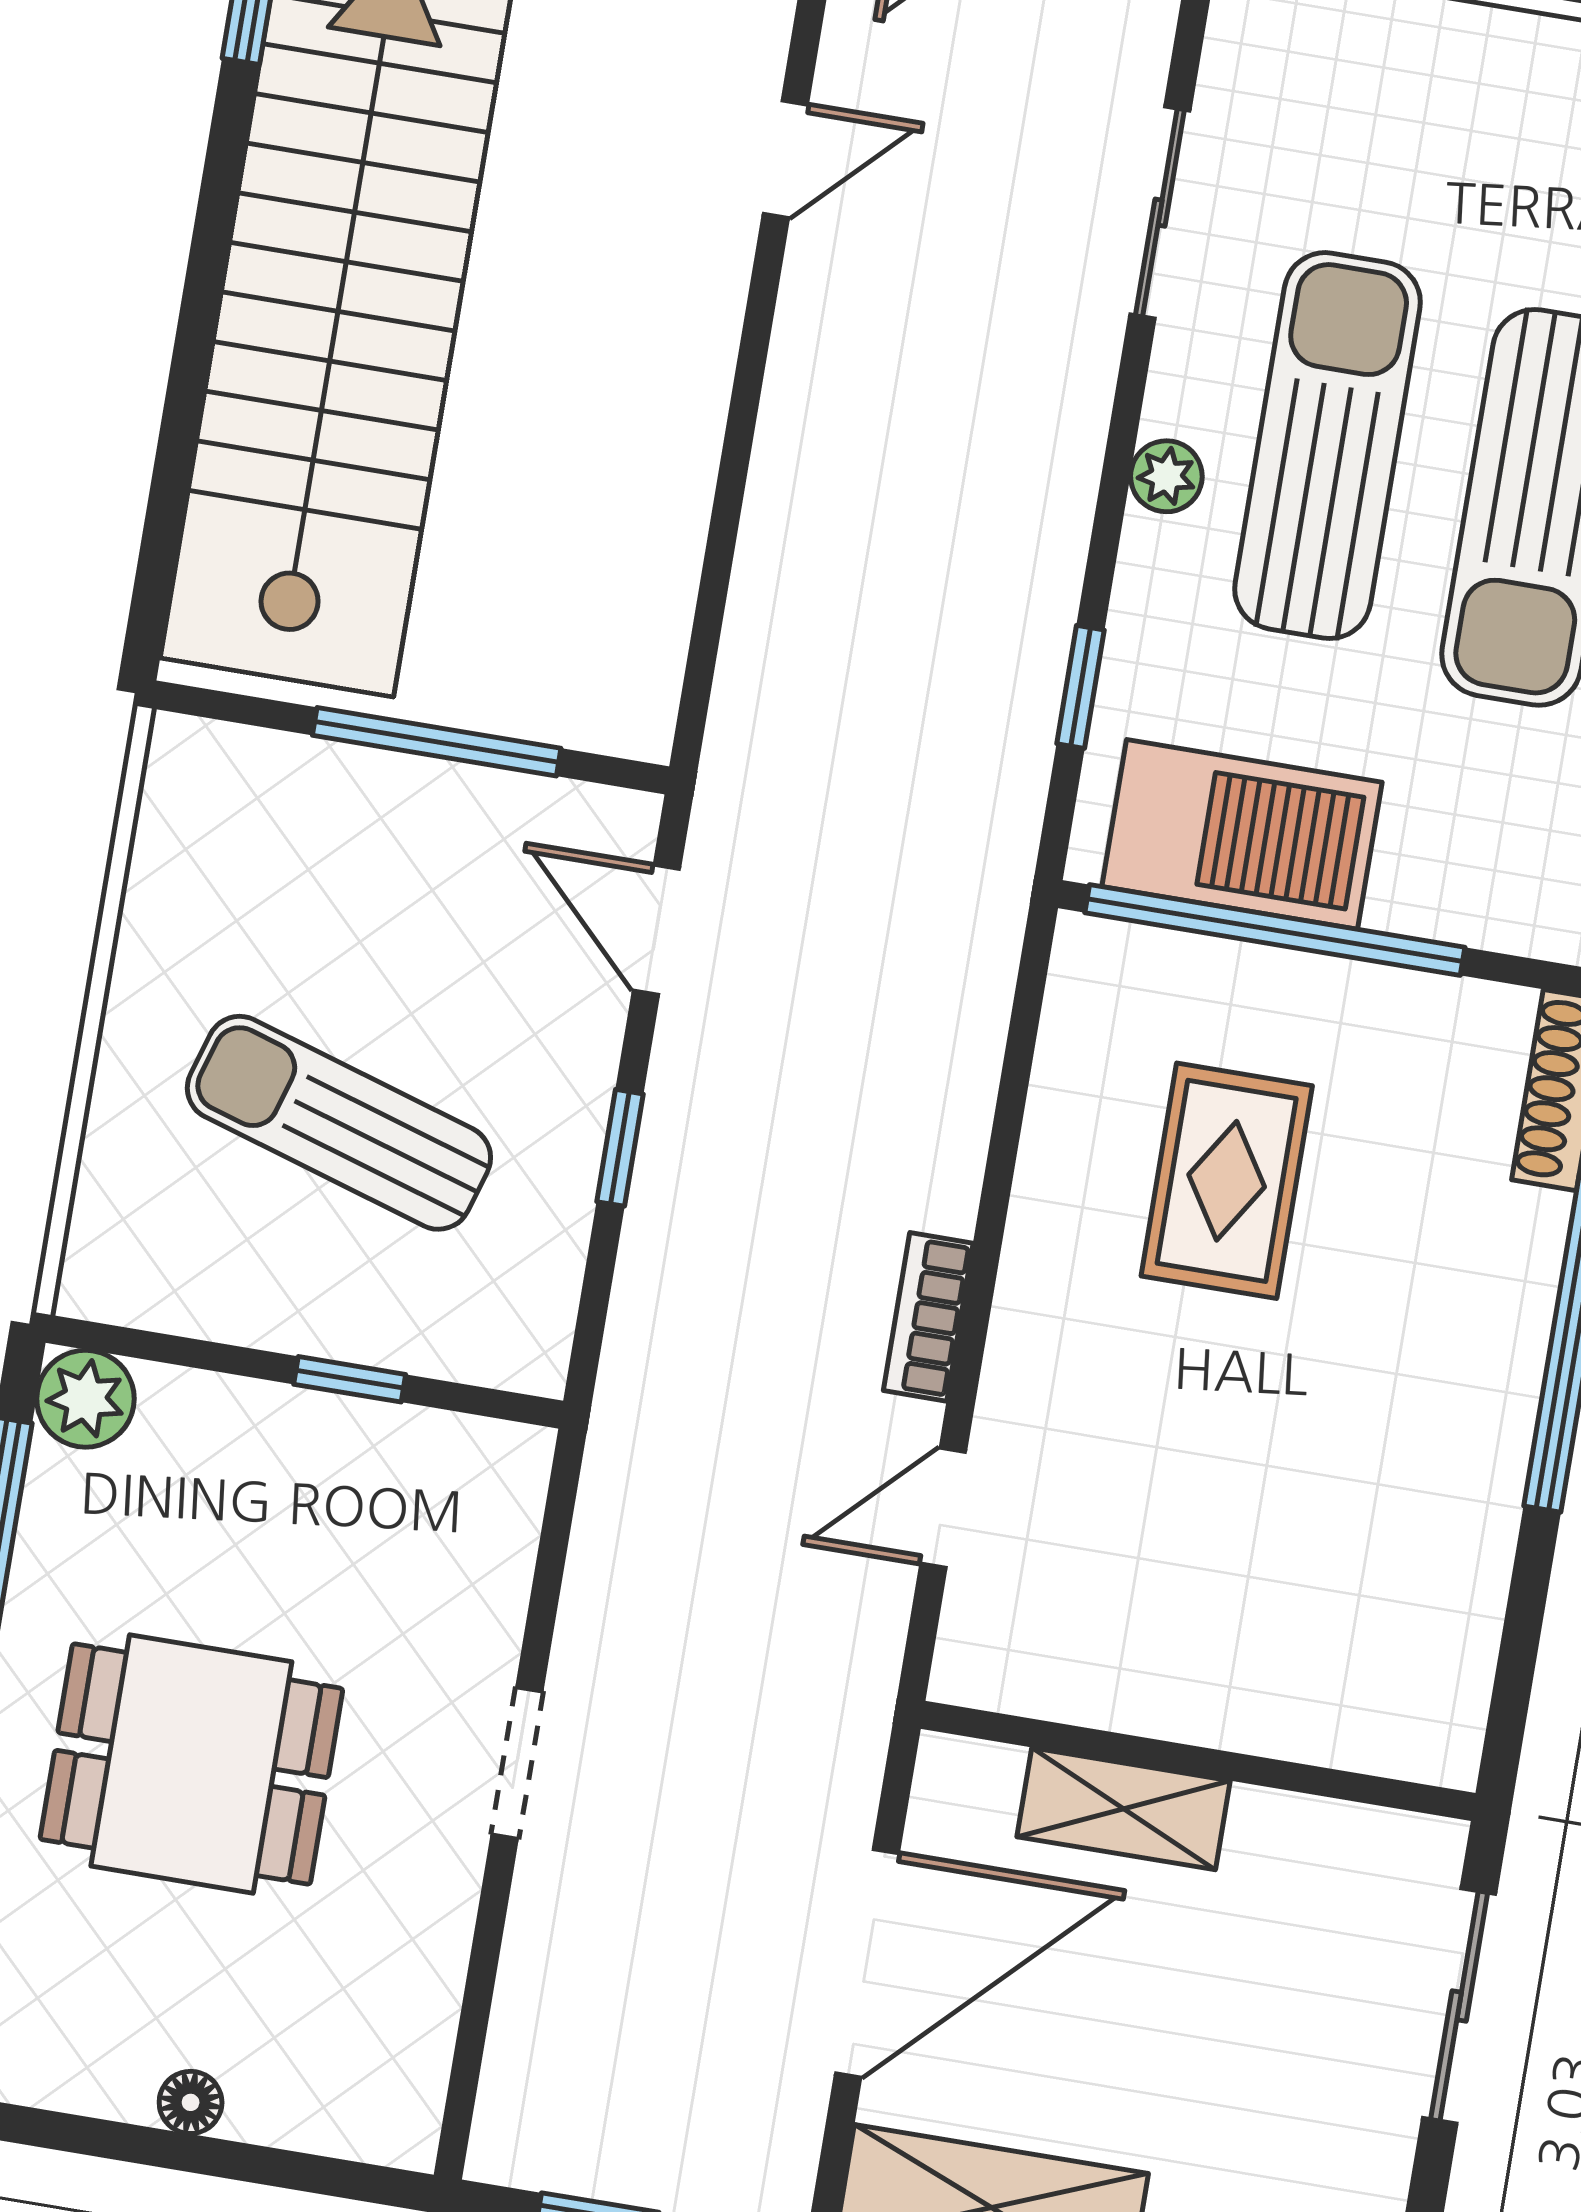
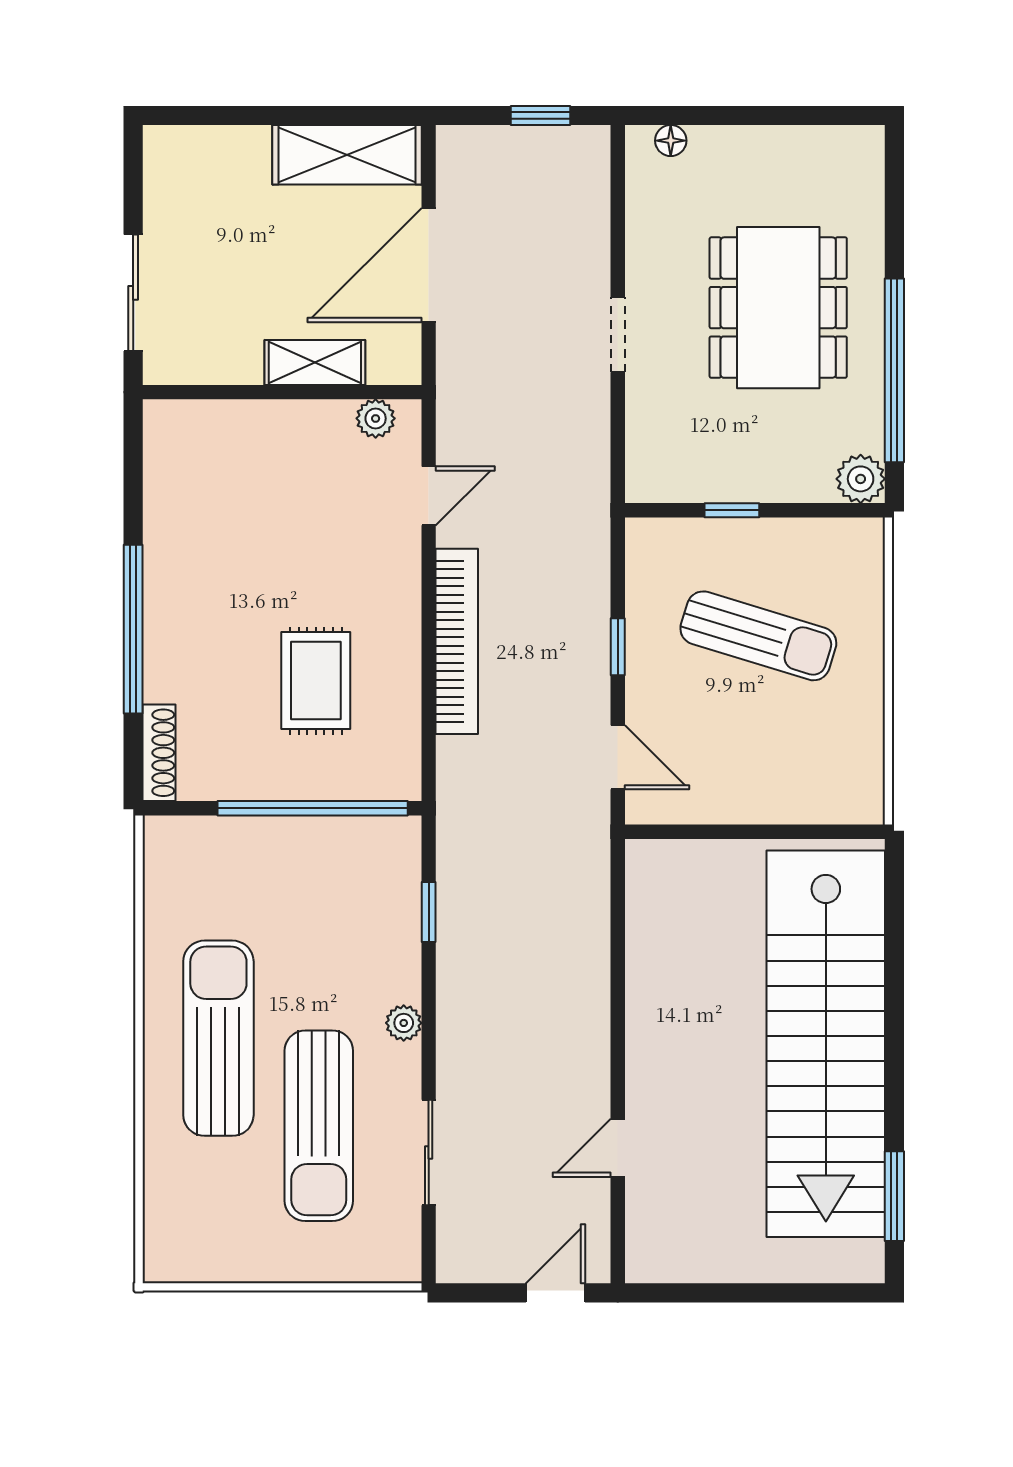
sun lounger: (1328, 446) -> (319, 1126), moved
window: (437, 742) -> (742, 832), removed
barbecue: (1242, 834) -> (337, 853), removed
bookcase: (928, 1317) -> (457, 641), width x2.31, depth x1.31
plant: (1022, 1678) -> (376, 418), added
dining table: (191, 1764) -> (778, 308), width x1.37
floor lamp: (191, 2102) -> (671, 141), moved

